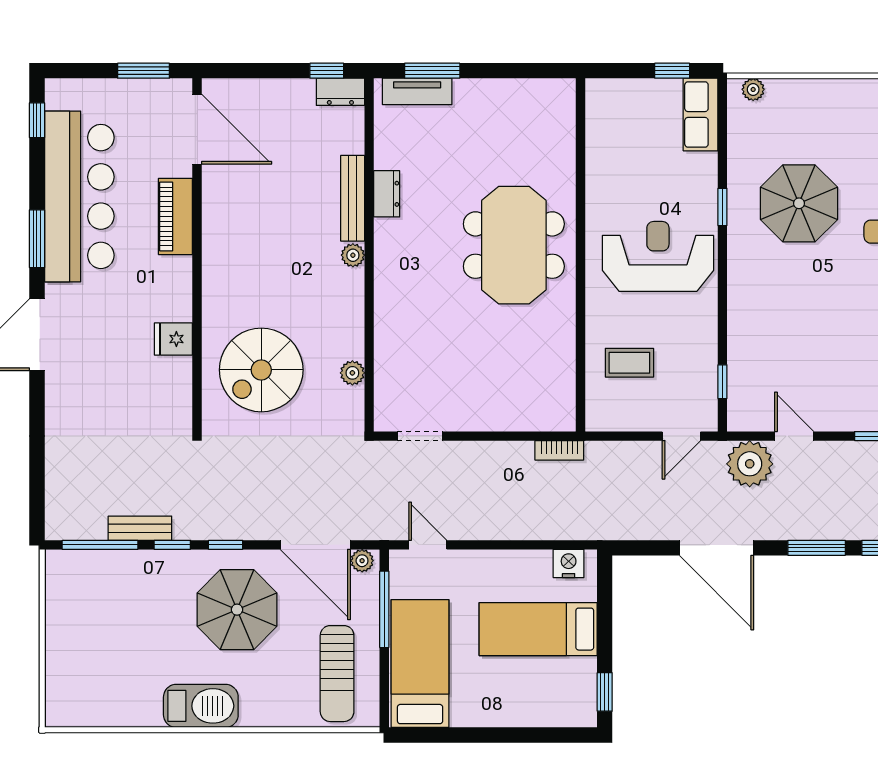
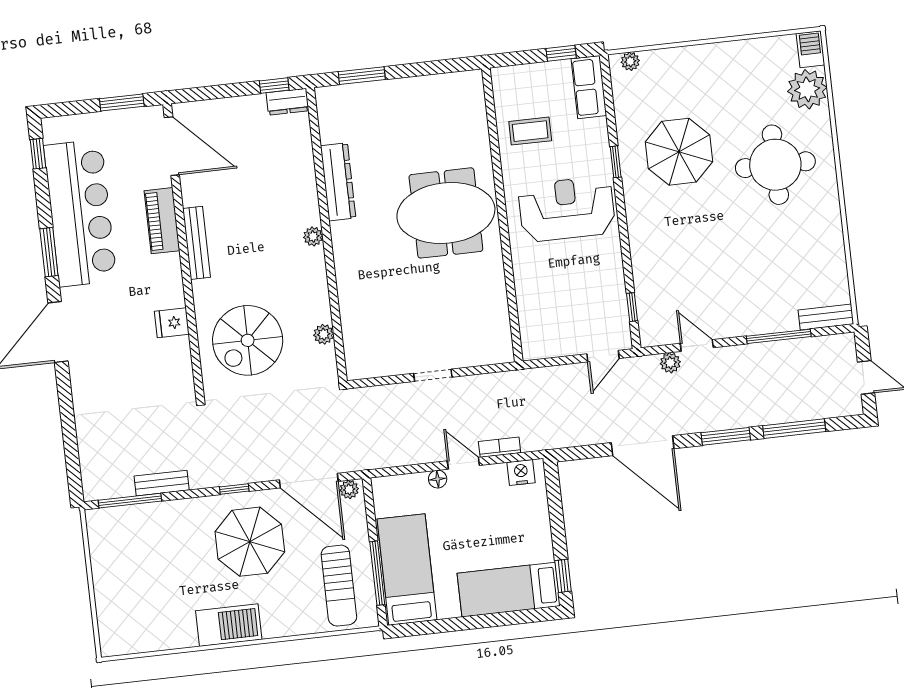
tv unit: (417, 91) -> (351, 94), removed
dresser: (387, 194) -> (338, 182), width x1.96, depth x1.24
bench: (353, 198) -> (197, 243), moved
meeting table: (514, 245) -> (446, 213), turned 90
coffee table: (629, 363) -> (530, 131), moved
doorway: (420, 436) -> (433, 375), moved
bookcase: (559, 450) -> (500, 447), moved, turned 180
plant: (750, 464) -> (670, 363), width x0.53, depth x0.53
window: (172, 545) -> (190, 494), removed
door: (428, 545) -> (463, 463), moved
floor lamp: (468, 560) -> (438, 479), added
window: (384, 609) -> (377, 573), moved
bed: (538, 629) -> (509, 590), moved

